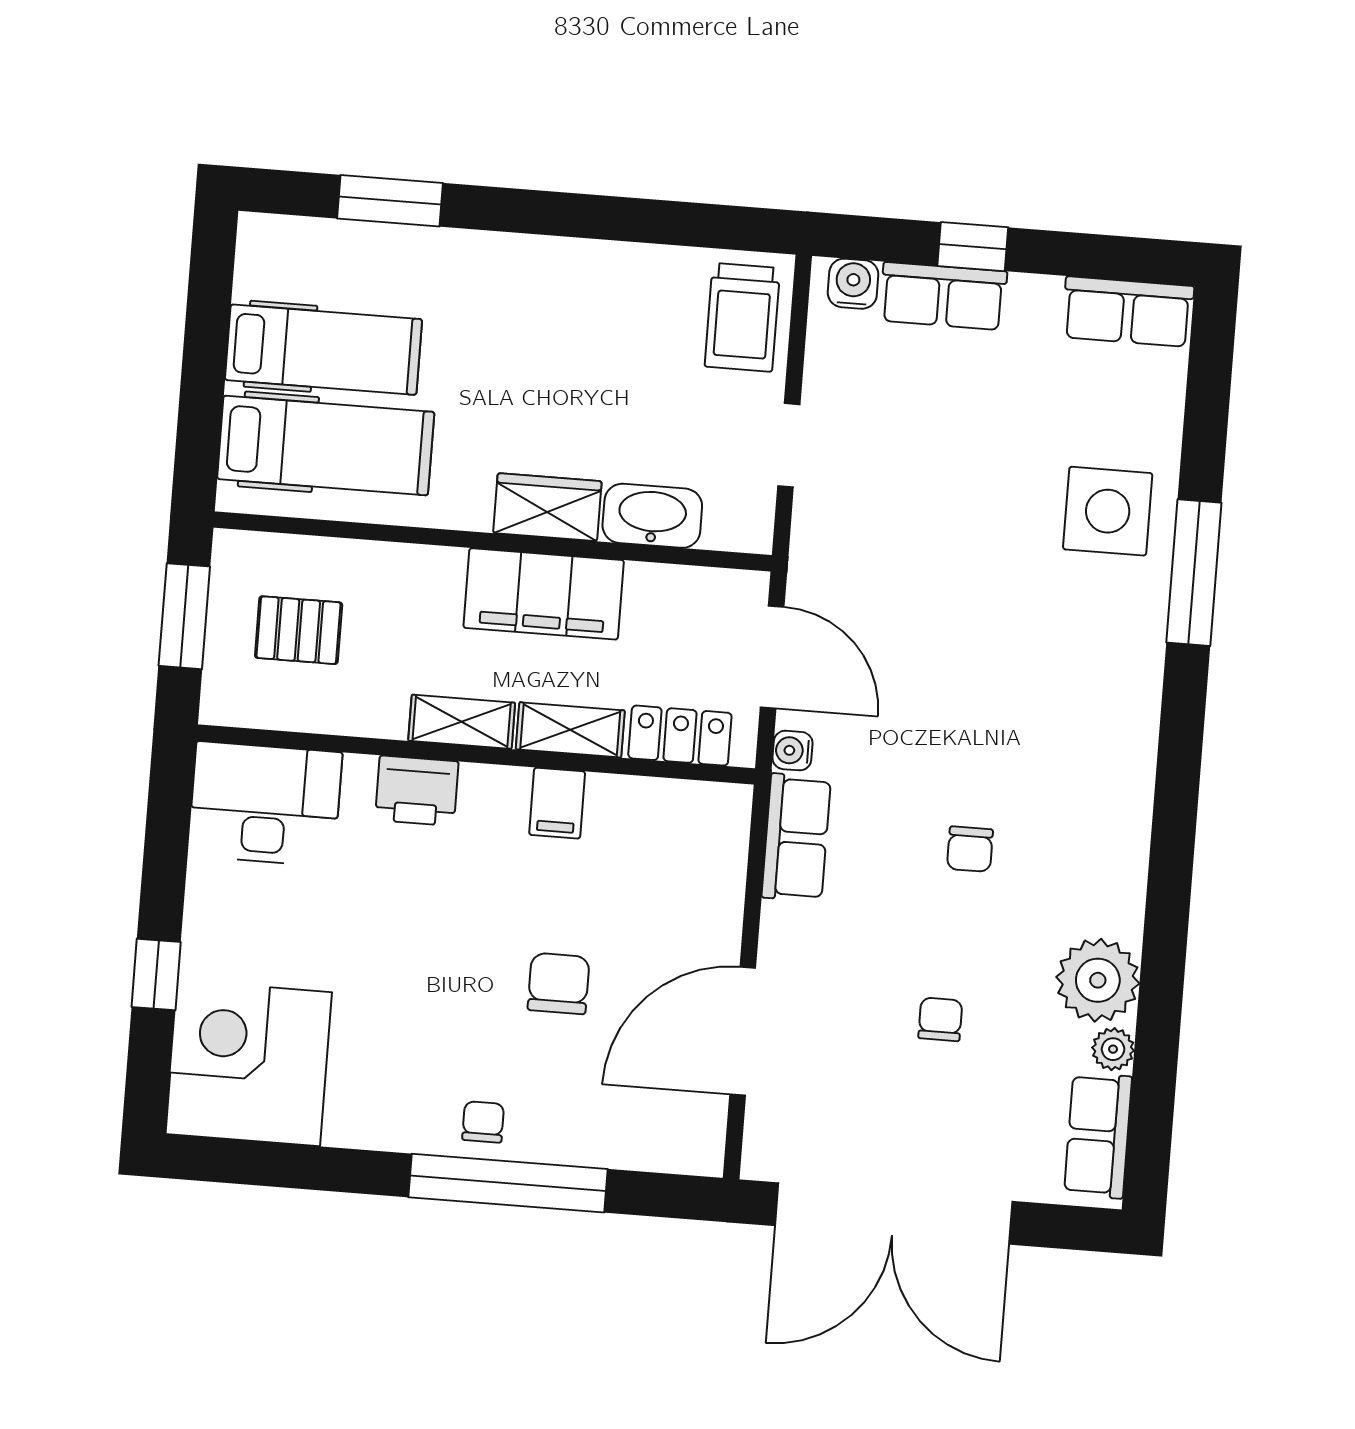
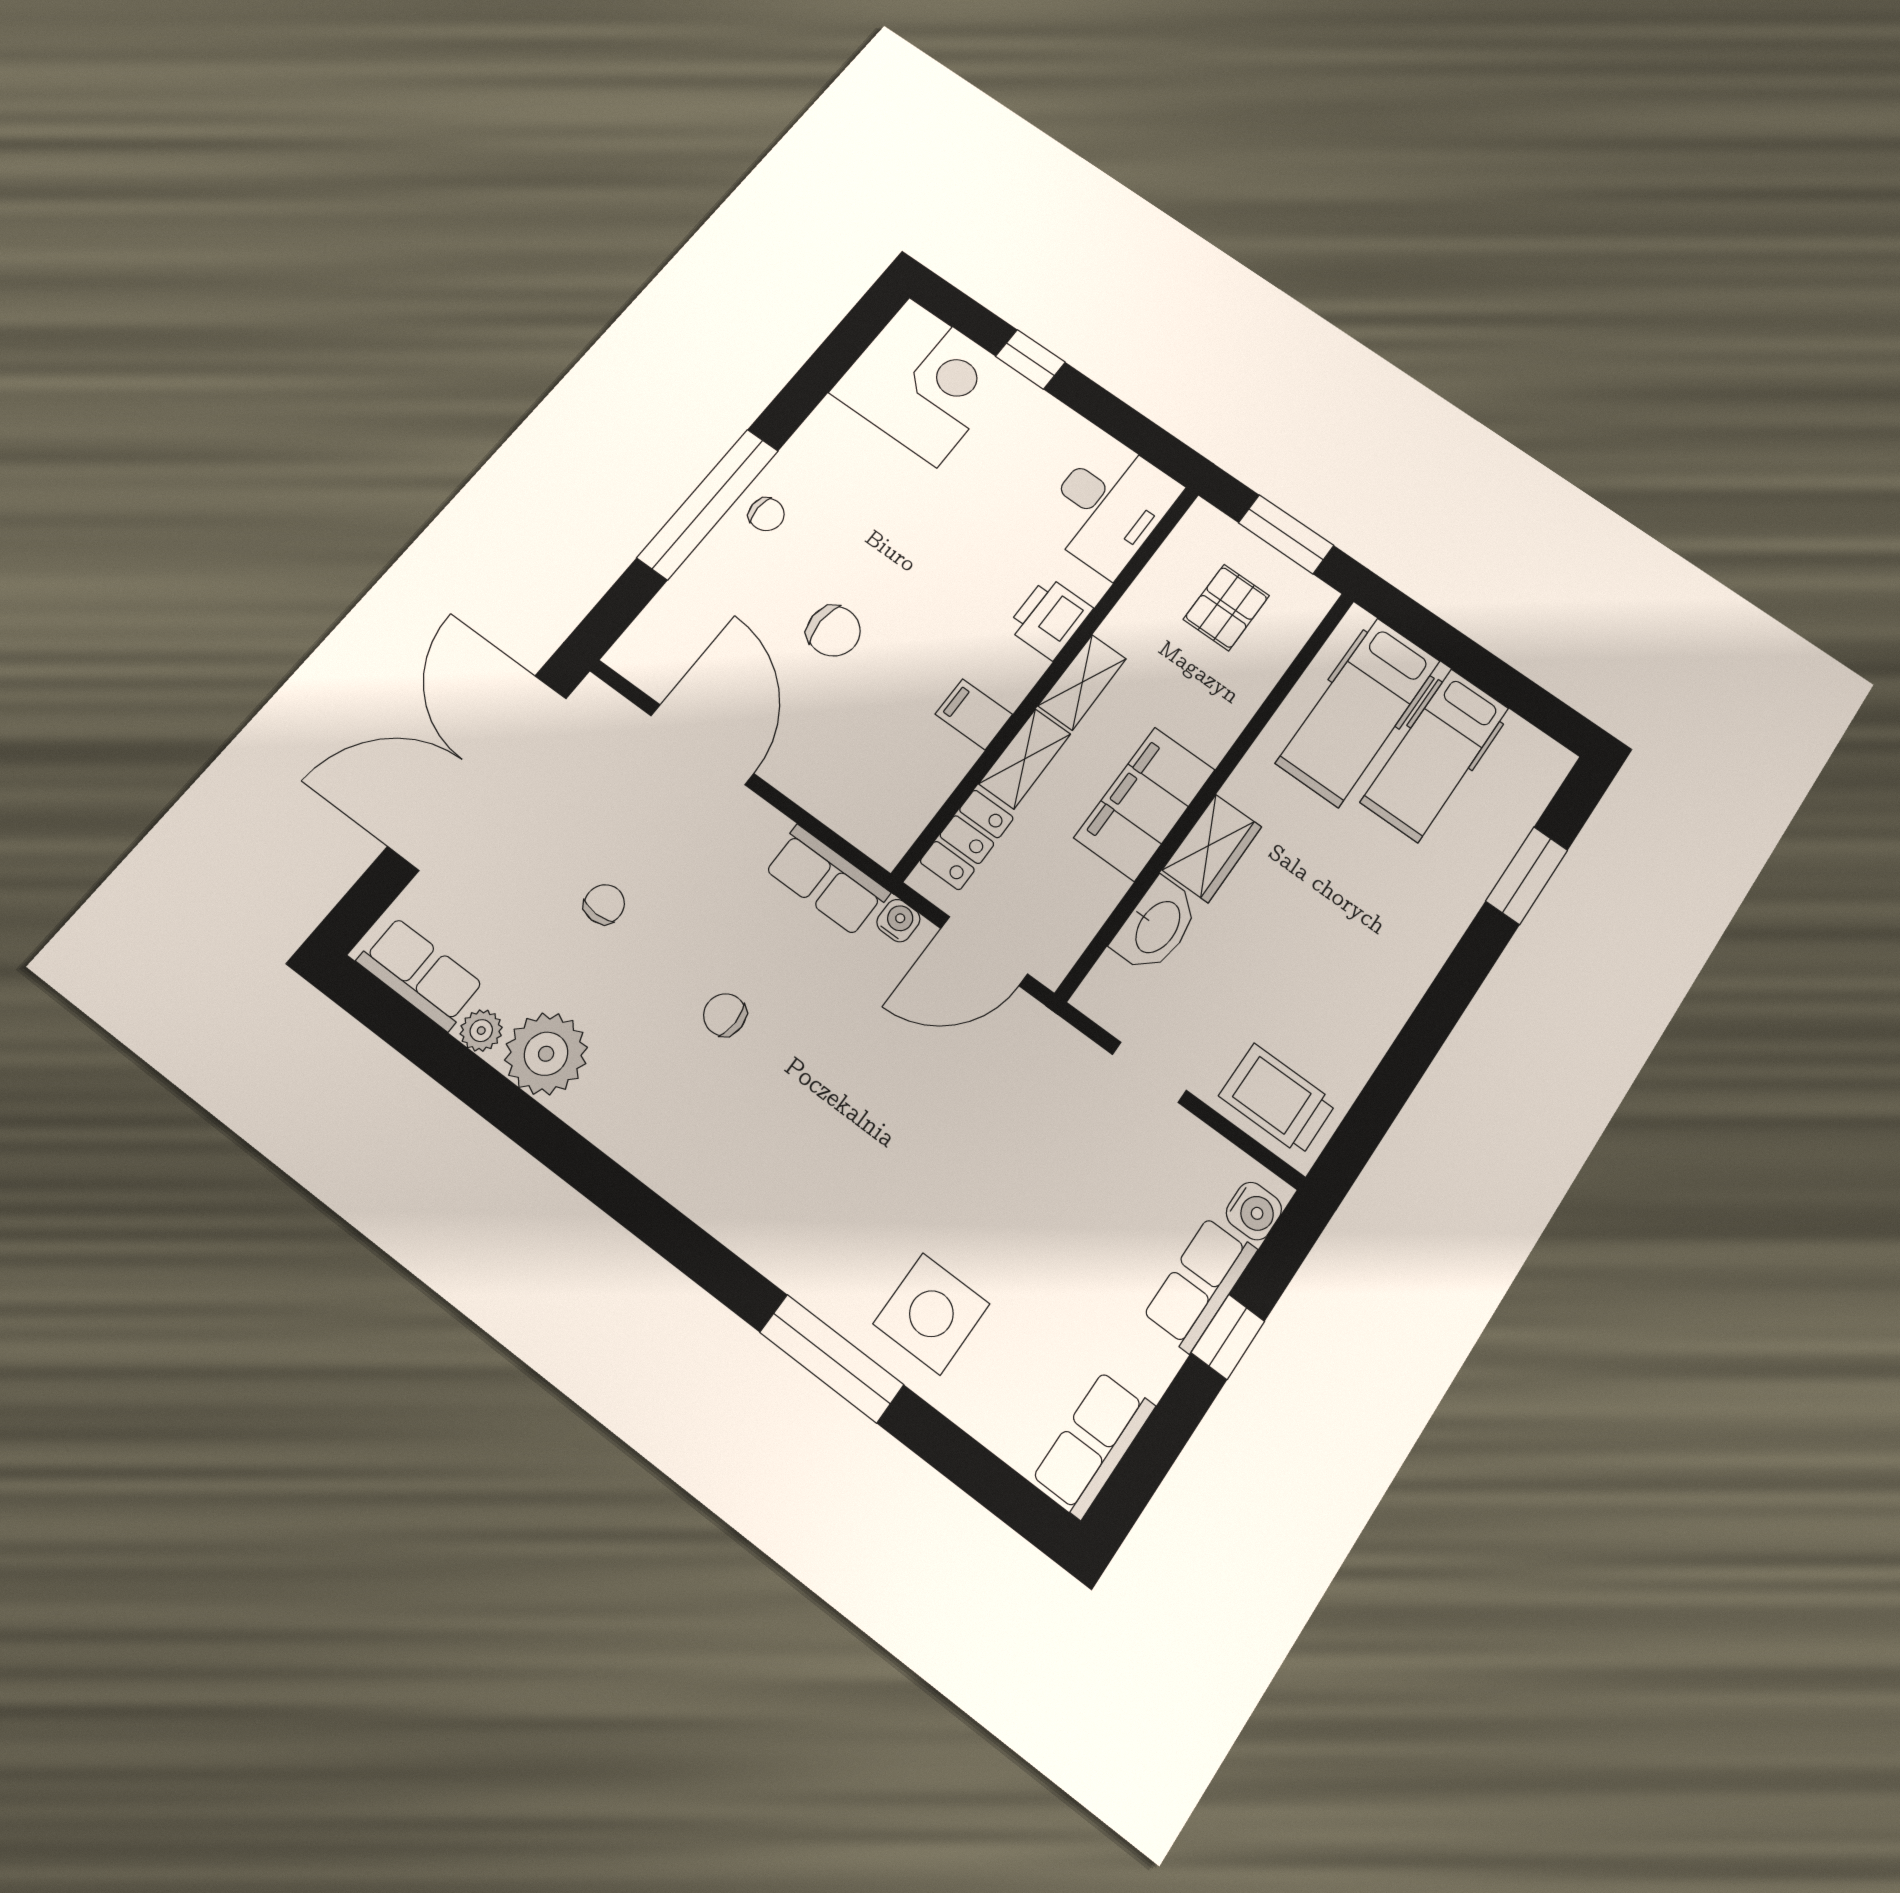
chair: (940, 1019) -> (604, 904), turned -90

